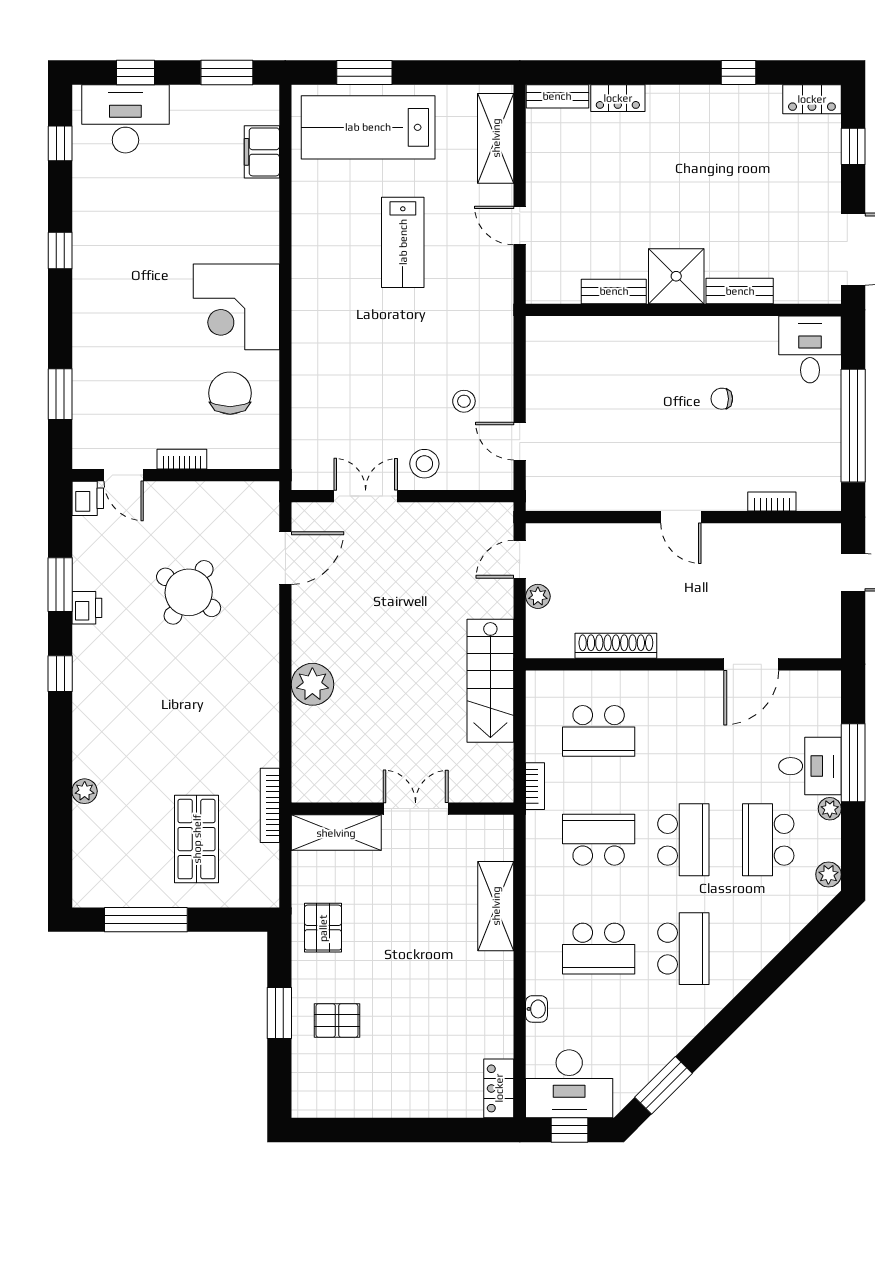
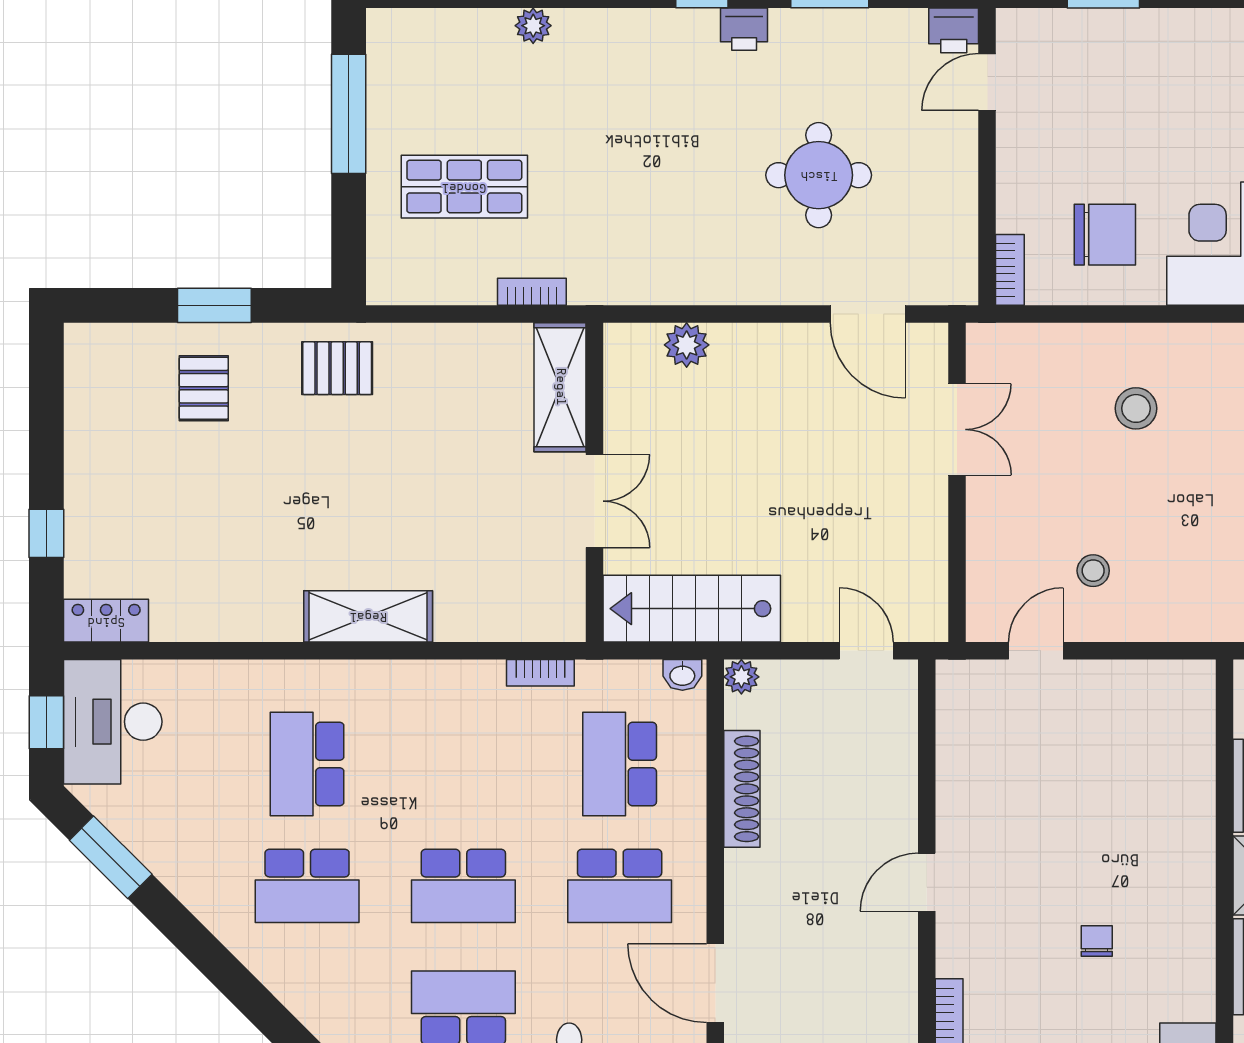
bookcase: (182, 459) -> (1010, 270), moved
stool: (424, 464) -> (1136, 408), moved
round table: (189, 592) -> (819, 175), turned -34
plant: (538, 596) -> (741, 677), moved
printer: (87, 608) -> (744, 29), moved
plant: (312, 684) -> (687, 345), width x0.73, depth x0.73
bookcase: (270, 805) -> (532, 292), width x0.64
wall: (403, 809) -> (594, 482), moved
double door: (416, 809) -> (594, 501), moved
shelving: (336, 833) -> (560, 387), moved
school desk: (599, 840) -> (620, 886), moved, turned 90
washbasin: (536, 1009) -> (682, 675), moved
window: (438, 1130) -> (46, 533), added

